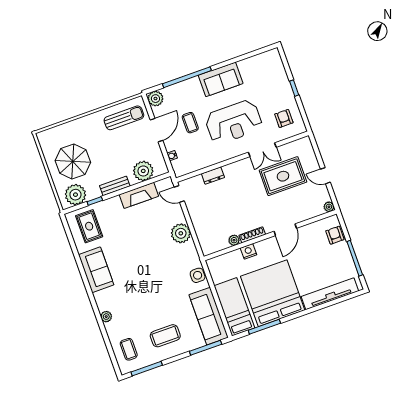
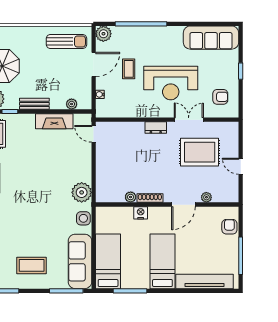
sofa: (221, 79) -> (211, 38), moved, width x1.36
armchair: (284, 118) -> (220, 97), turned 90
double door: (262, 150) -> (189, 120), swing flipped
plant: (143, 171) -> (72, 104), width x0.53, depth x0.53
dresser: (213, 176) -> (156, 128), moved
plant: (329, 207) -> (206, 197), moved
plant: (181, 233) -> (82, 192), moved
bed: (273, 293) -> (162, 261), width x0.49

